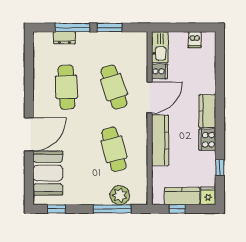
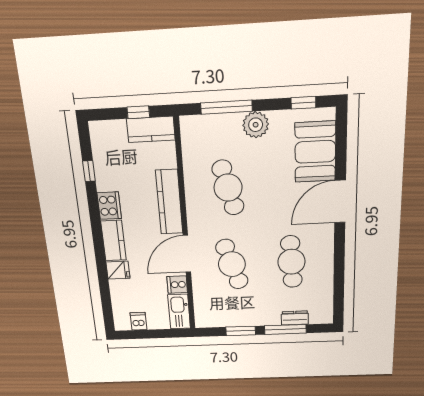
plant: (120, 195) -> (256, 125), moved
kitchen counter: (182, 196) -> (151, 129), moved
fridge: (208, 196) -> (118, 270), moved, turned -90

